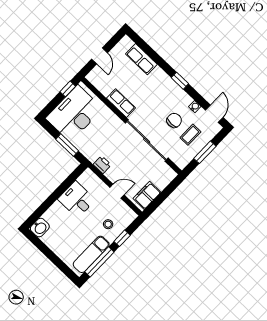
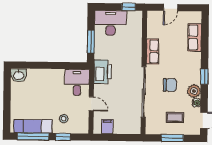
plant: (184, 100) -> (194, 91), added
desk: (74, 113) -> (111, 23), width x0.73, depth x0.77
chair: (174, 120) -> (170, 85), moved
printer: (102, 165) -> (103, 72), width x1.87, depth x1.48
filing cabinet: (147, 195) -> (107, 126), width x0.50
desk: (77, 199) -> (77, 82), moved

